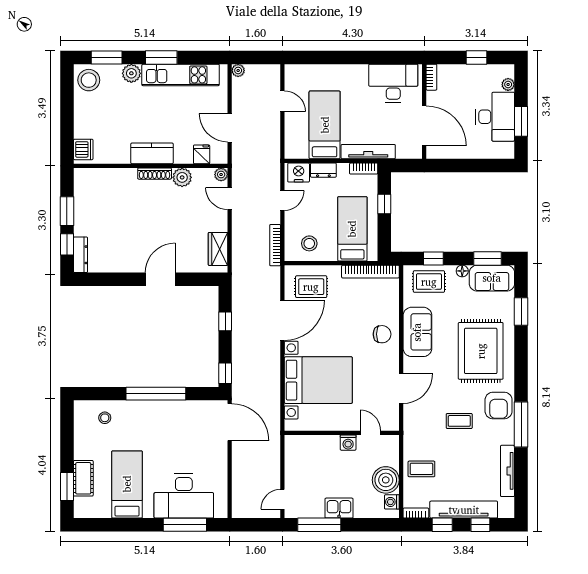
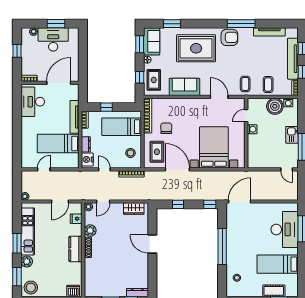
chair: (382, 334) -> (166, 128), moved
coffee table: (459, 421) -> (245, 84), moved

